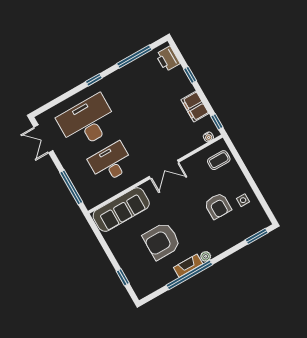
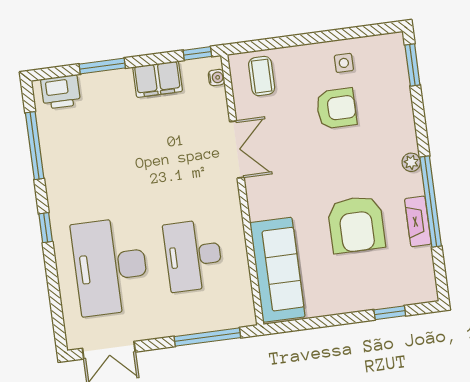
window: (190, 75) -> (102, 66), width x1.50
double door: (164, 169) -> (237, 150), moved
fireplace: (188, 266) -> (418, 221), moved

